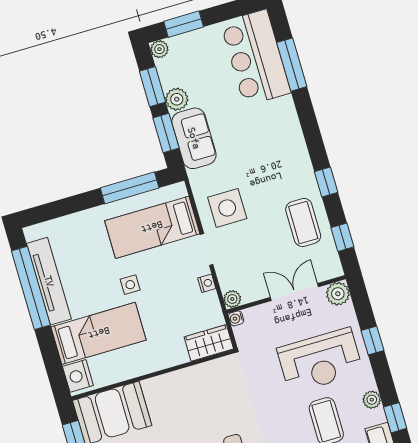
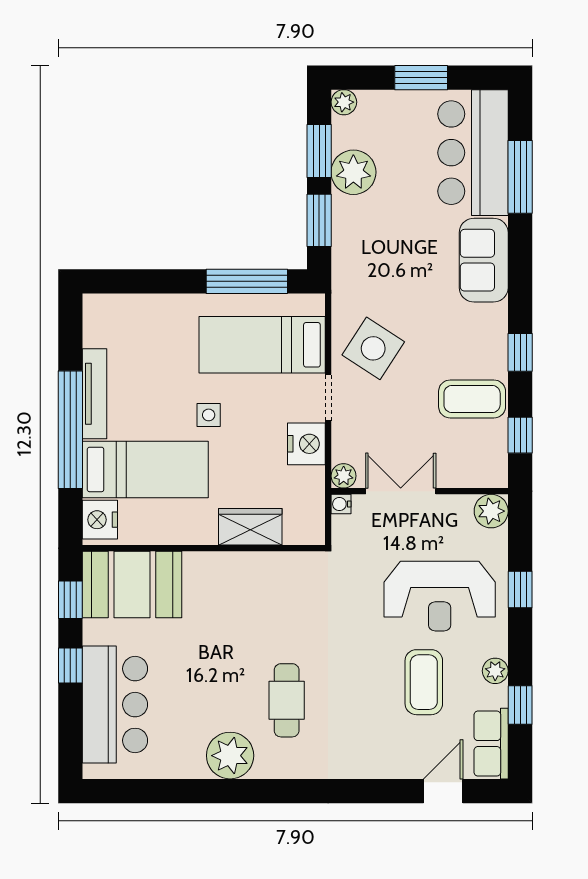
window: (184, 24) -> (421, 78), moved
plant: (177, 99) -> (353, 172), width x1.36, depth x1.36
sofa: (194, 138) -> (484, 260), moved, turned 180
side table: (227, 208) -> (373, 348), turned 33
coffee table: (303, 222) -> (472, 399), turned 90
tv unit: (49, 281) -> (95, 394), width x0.73, depth x0.78
nightstand: (207, 283) -> (306, 444), width x1.89, depth x1.79
window: (31, 288) -> (70, 430), moved
double door: (294, 292) -> (401, 491), moved
wardrobe: (209, 343) -> (250, 527), moved

